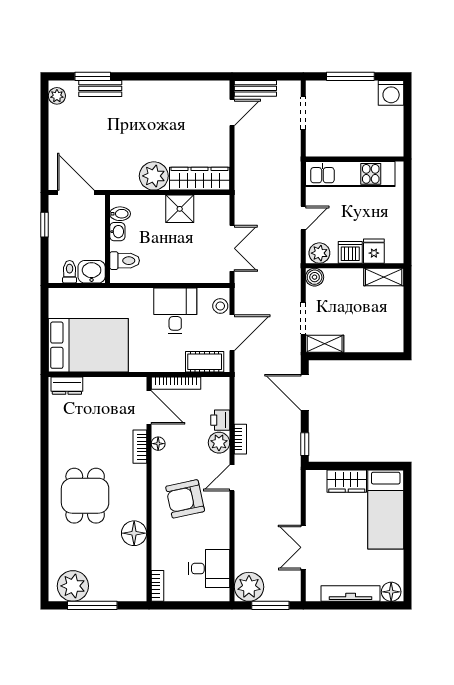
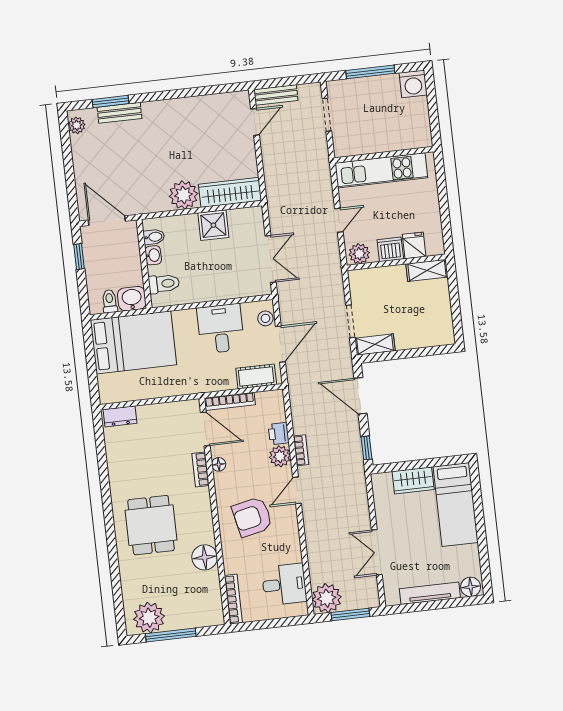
boiler: (315, 277) -> (357, 278), removed
bed: (88, 345) -> (133, 342), moved
bookcase: (158, 586) -> (233, 599), width x1.56

